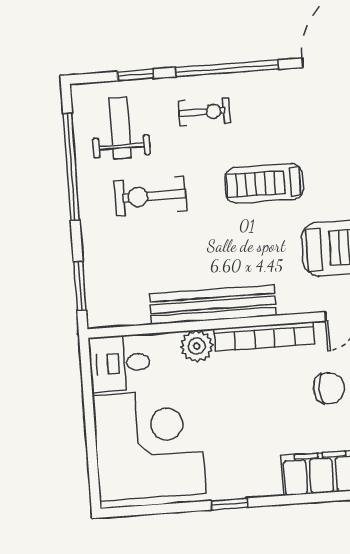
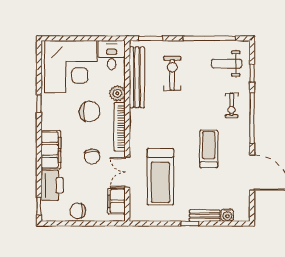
weight bench: (120, 128) -> (227, 64), turned 180
treadmill: (264, 183) -> (209, 149), moved
exercise bike: (150, 196) -> (172, 73), moved
bench: (213, 305) -> (137, 77), moved
chair: (237, 400) -> (90, 111), added

